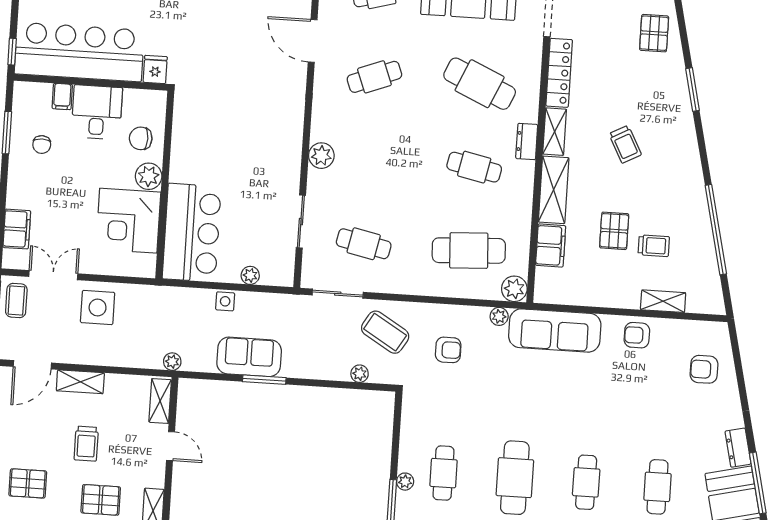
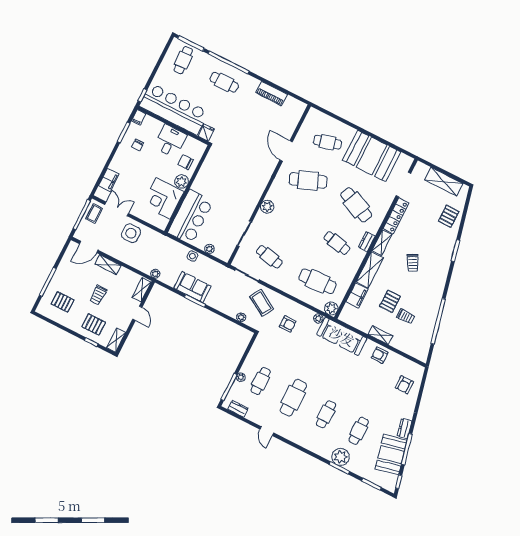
cafe table: (374, 77) -> (308, 180), width x1.37, depth x1.35
filing cabinet: (62, 97) -> (139, 117), moved
shelving: (663, 301) -> (380, 335), moved
armchair: (704, 369) -> (404, 385), turned -90

